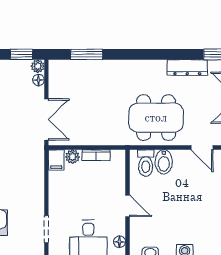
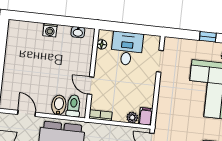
bookcase: (96, 155) -> (100, 115), moved
door: (128, 206) -> (91, 86), moved

